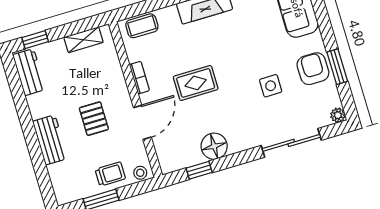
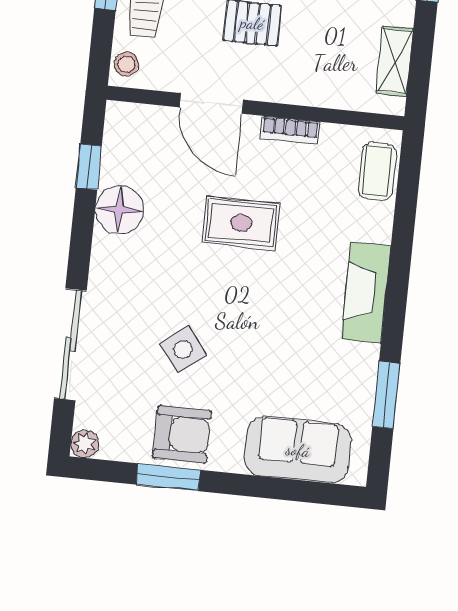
rug: (196, 83) -> (241, 223), turned 90
side table: (271, 86) -> (183, 349), turned -38

